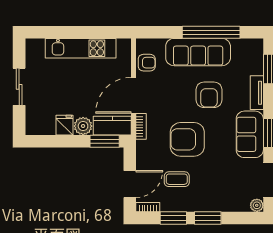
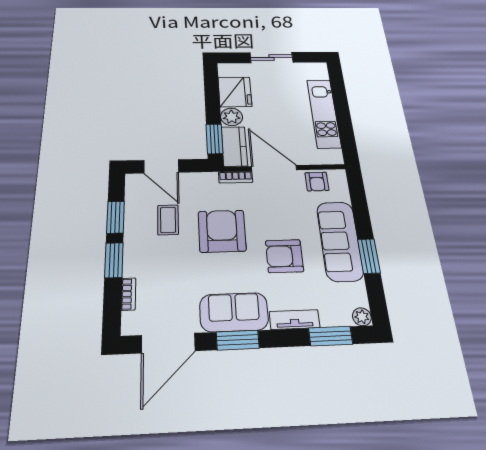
window: (211, 32) -> (369, 256), width x0.47
fridge: (64, 125) -> (235, 92), width x1.88, depth x1.34
plant: (257, 205) -> (362, 317), moved
bookcase: (148, 207) -> (128, 294), moved

